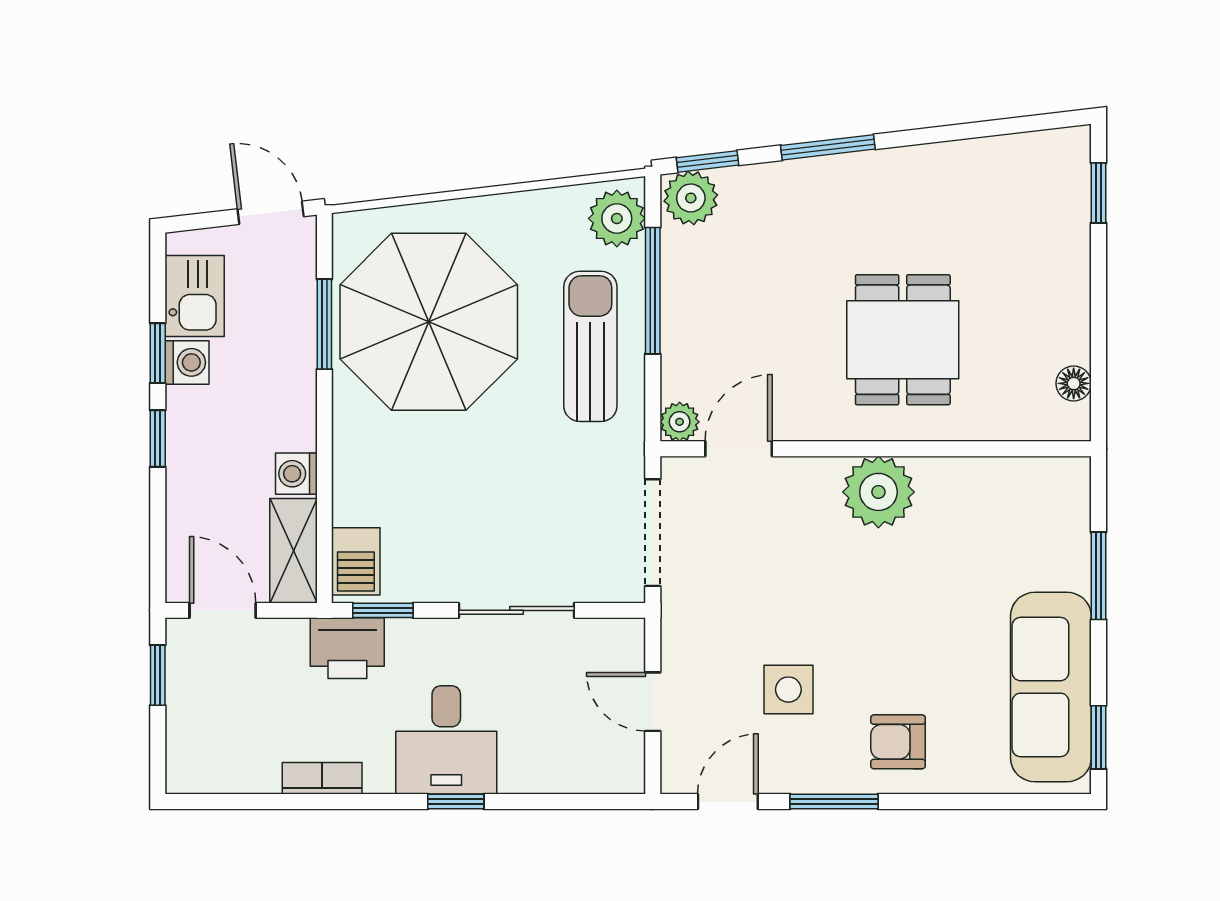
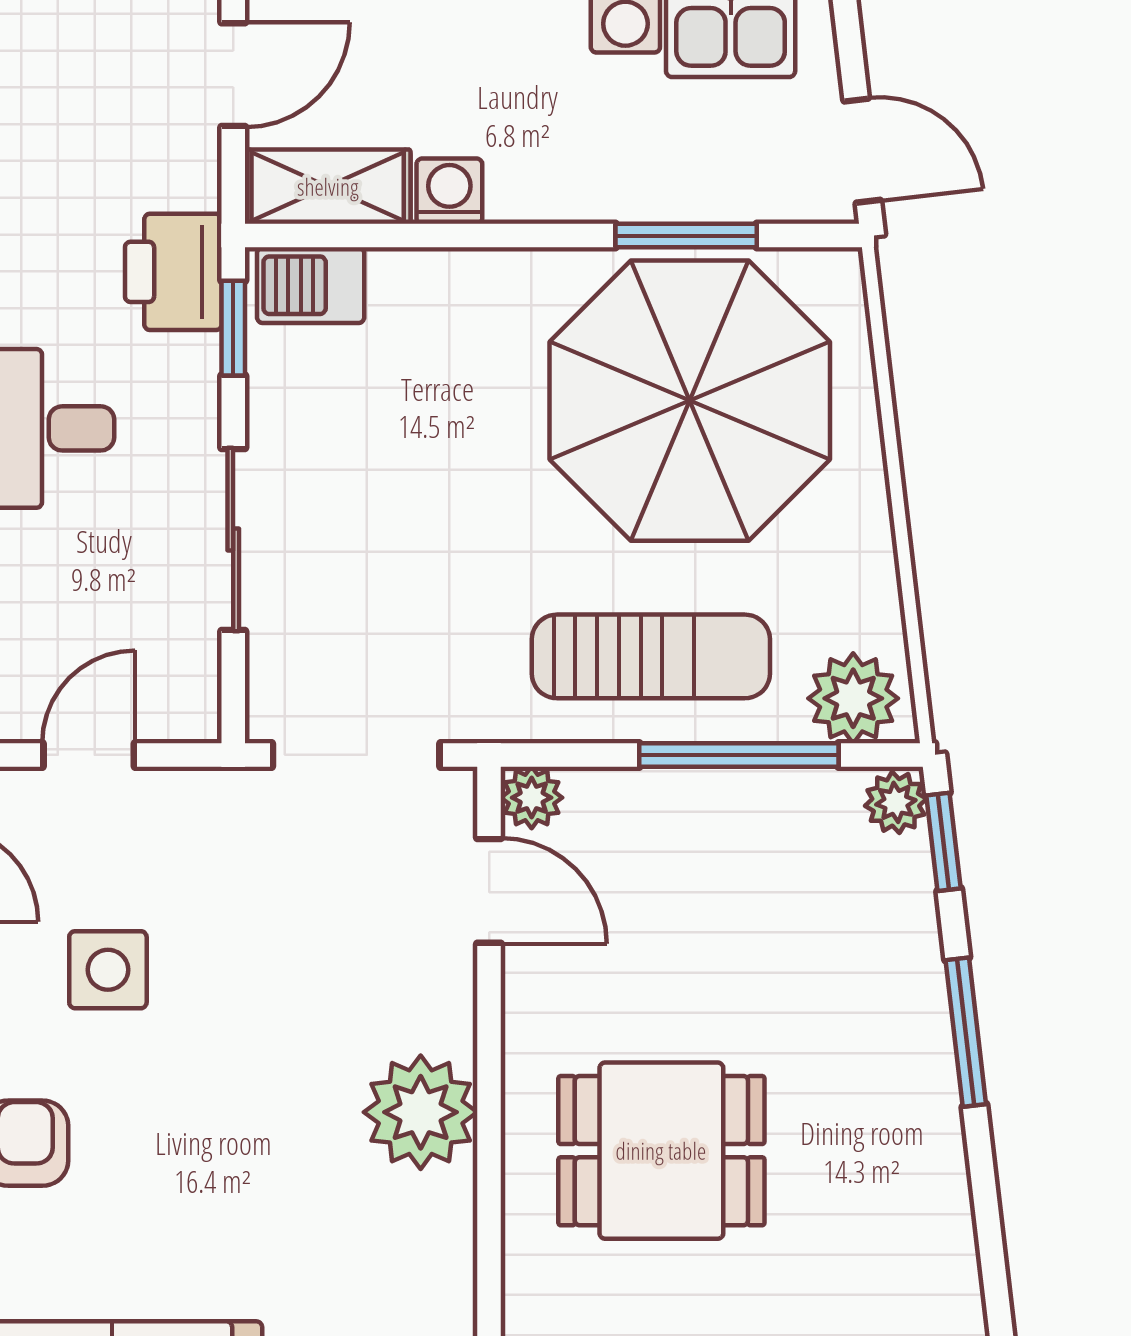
plant: (691, 198) -> (896, 802), width x0.73, depth x0.73
door: (271, 213) -> (862, 151), hinge flipped

